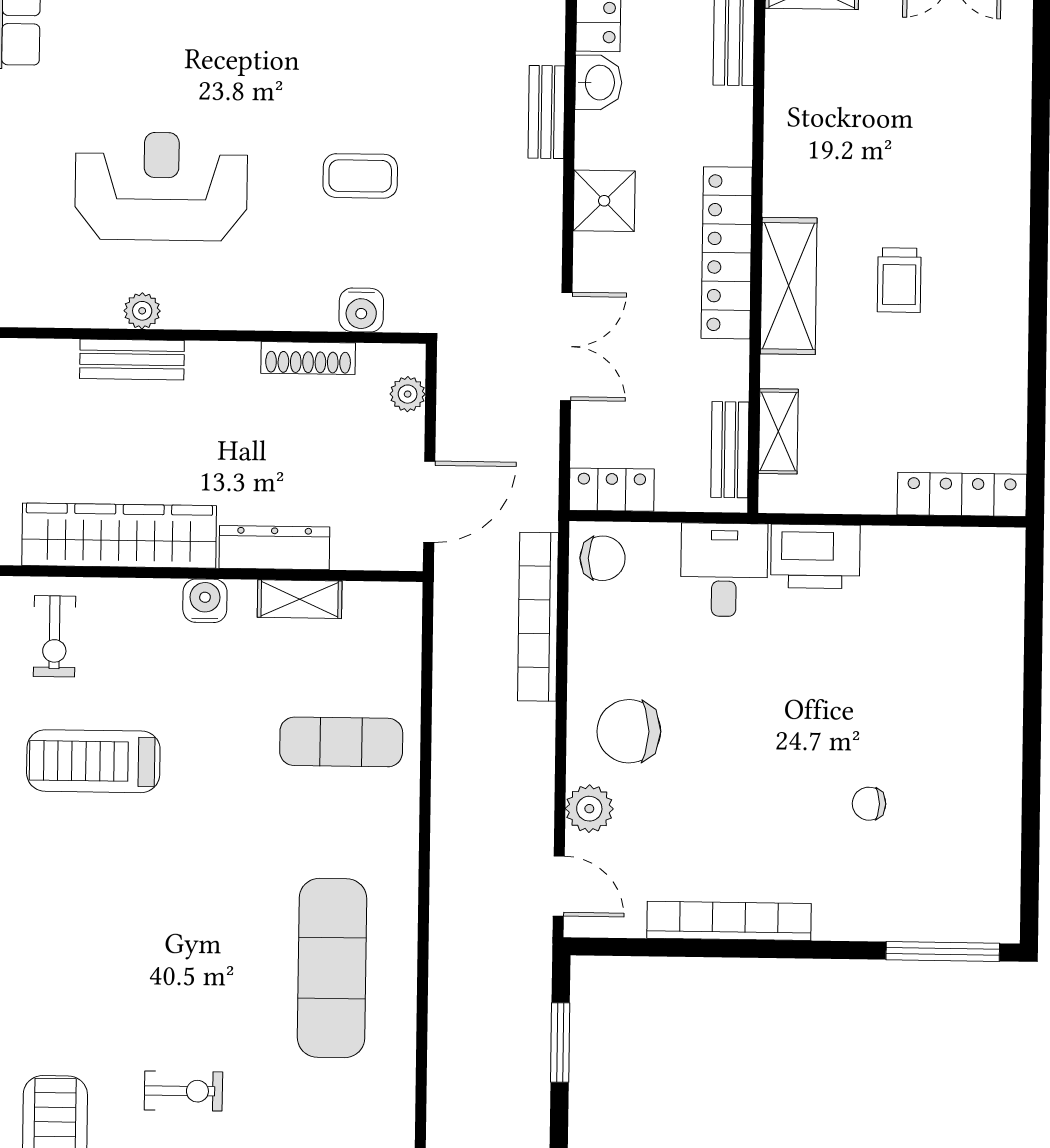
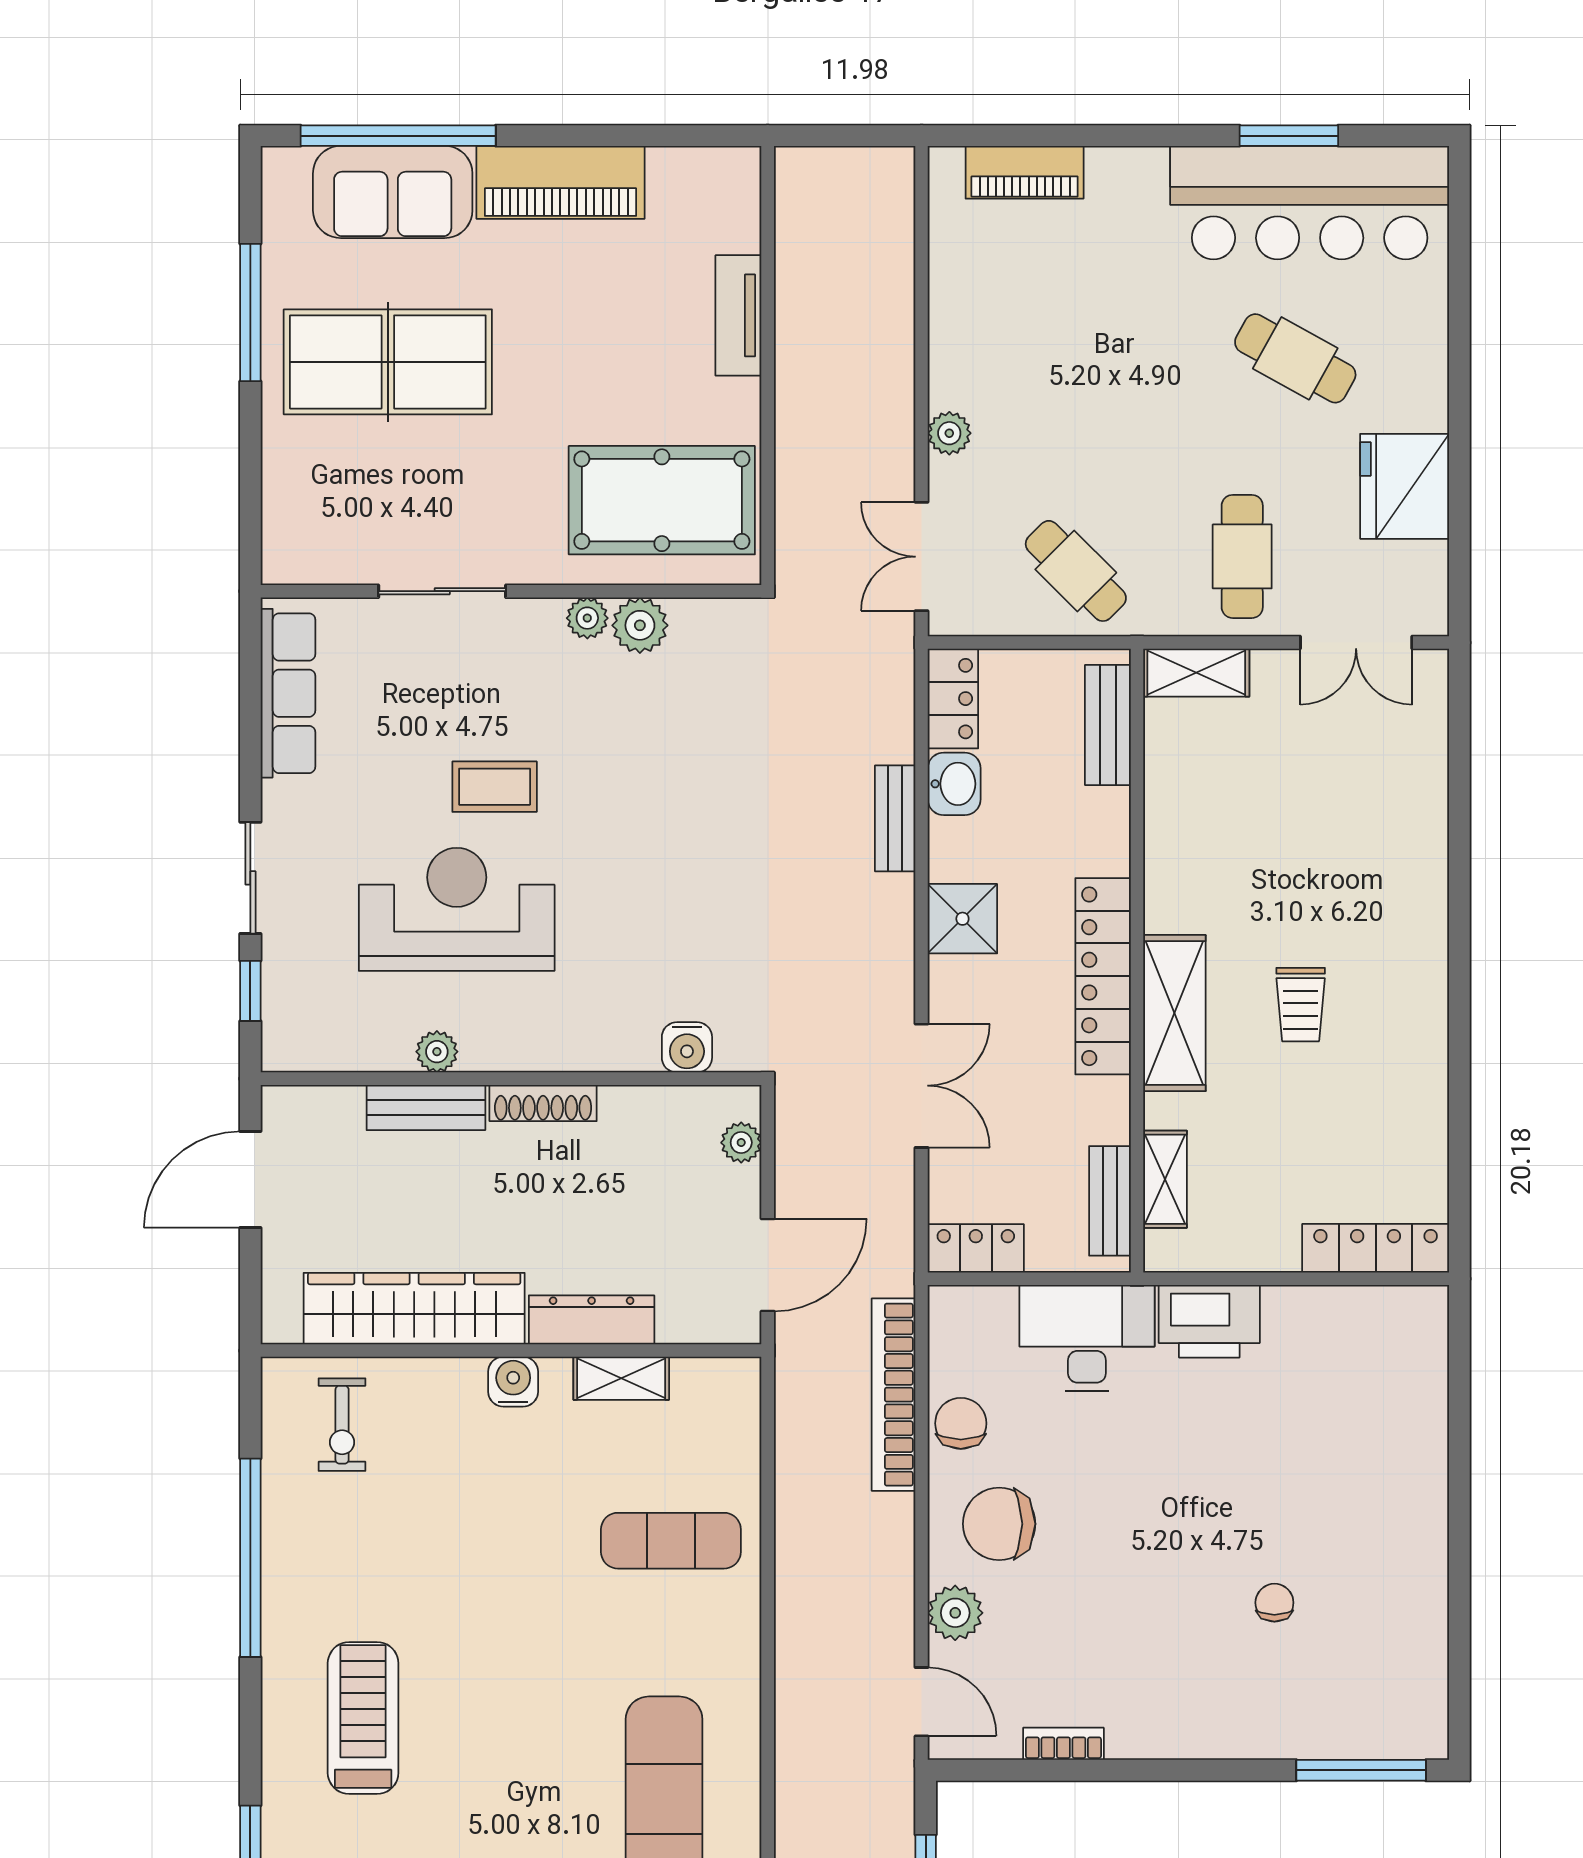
coffee table: (360, 176) -> (495, 787), moved
shoe rack: (308, 358) -> (543, 1103), moved
chair: (603, 558) -> (961, 1423), moved, turned -90
desk: (724, 570) -> (1087, 1338), width x1.37
treadmill: (93, 761) -> (363, 1718), moved, turned 90
chair: (869, 804) -> (1274, 1603), turned 90
bookcase: (729, 921) -> (1063, 1744), width x0.43, depth x0.76

